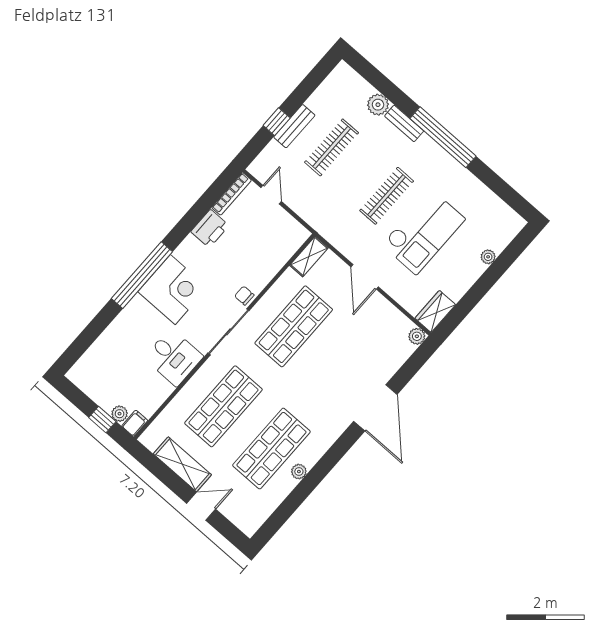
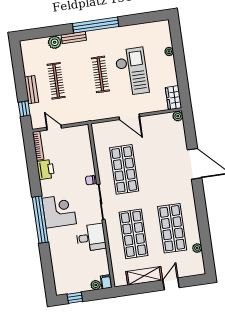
window: (277, 122) -> (24, 109), moved
shelving: (309, 257) -> (98, 135), removed
window: (102, 419) -> (75, 298), moved
plant: (299, 472) -> (197, 248), moved

